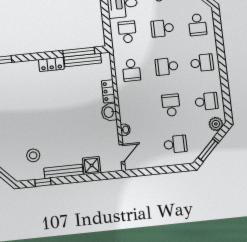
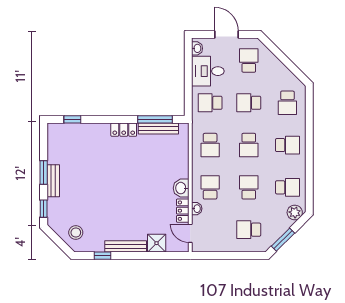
school desk: (127, 32) -> (210, 103), turned -90
school desk: (167, 66) -> (249, 145), turned -90
locker: (108, 91) -> (183, 211), moved
school desk: (135, 109) -> (210, 187), added
school desk: (175, 144) -> (249, 230), turned 180
door: (122, 153) -> (190, 233), swing flipped
stool: (33, 155) -> (76, 233), moved

